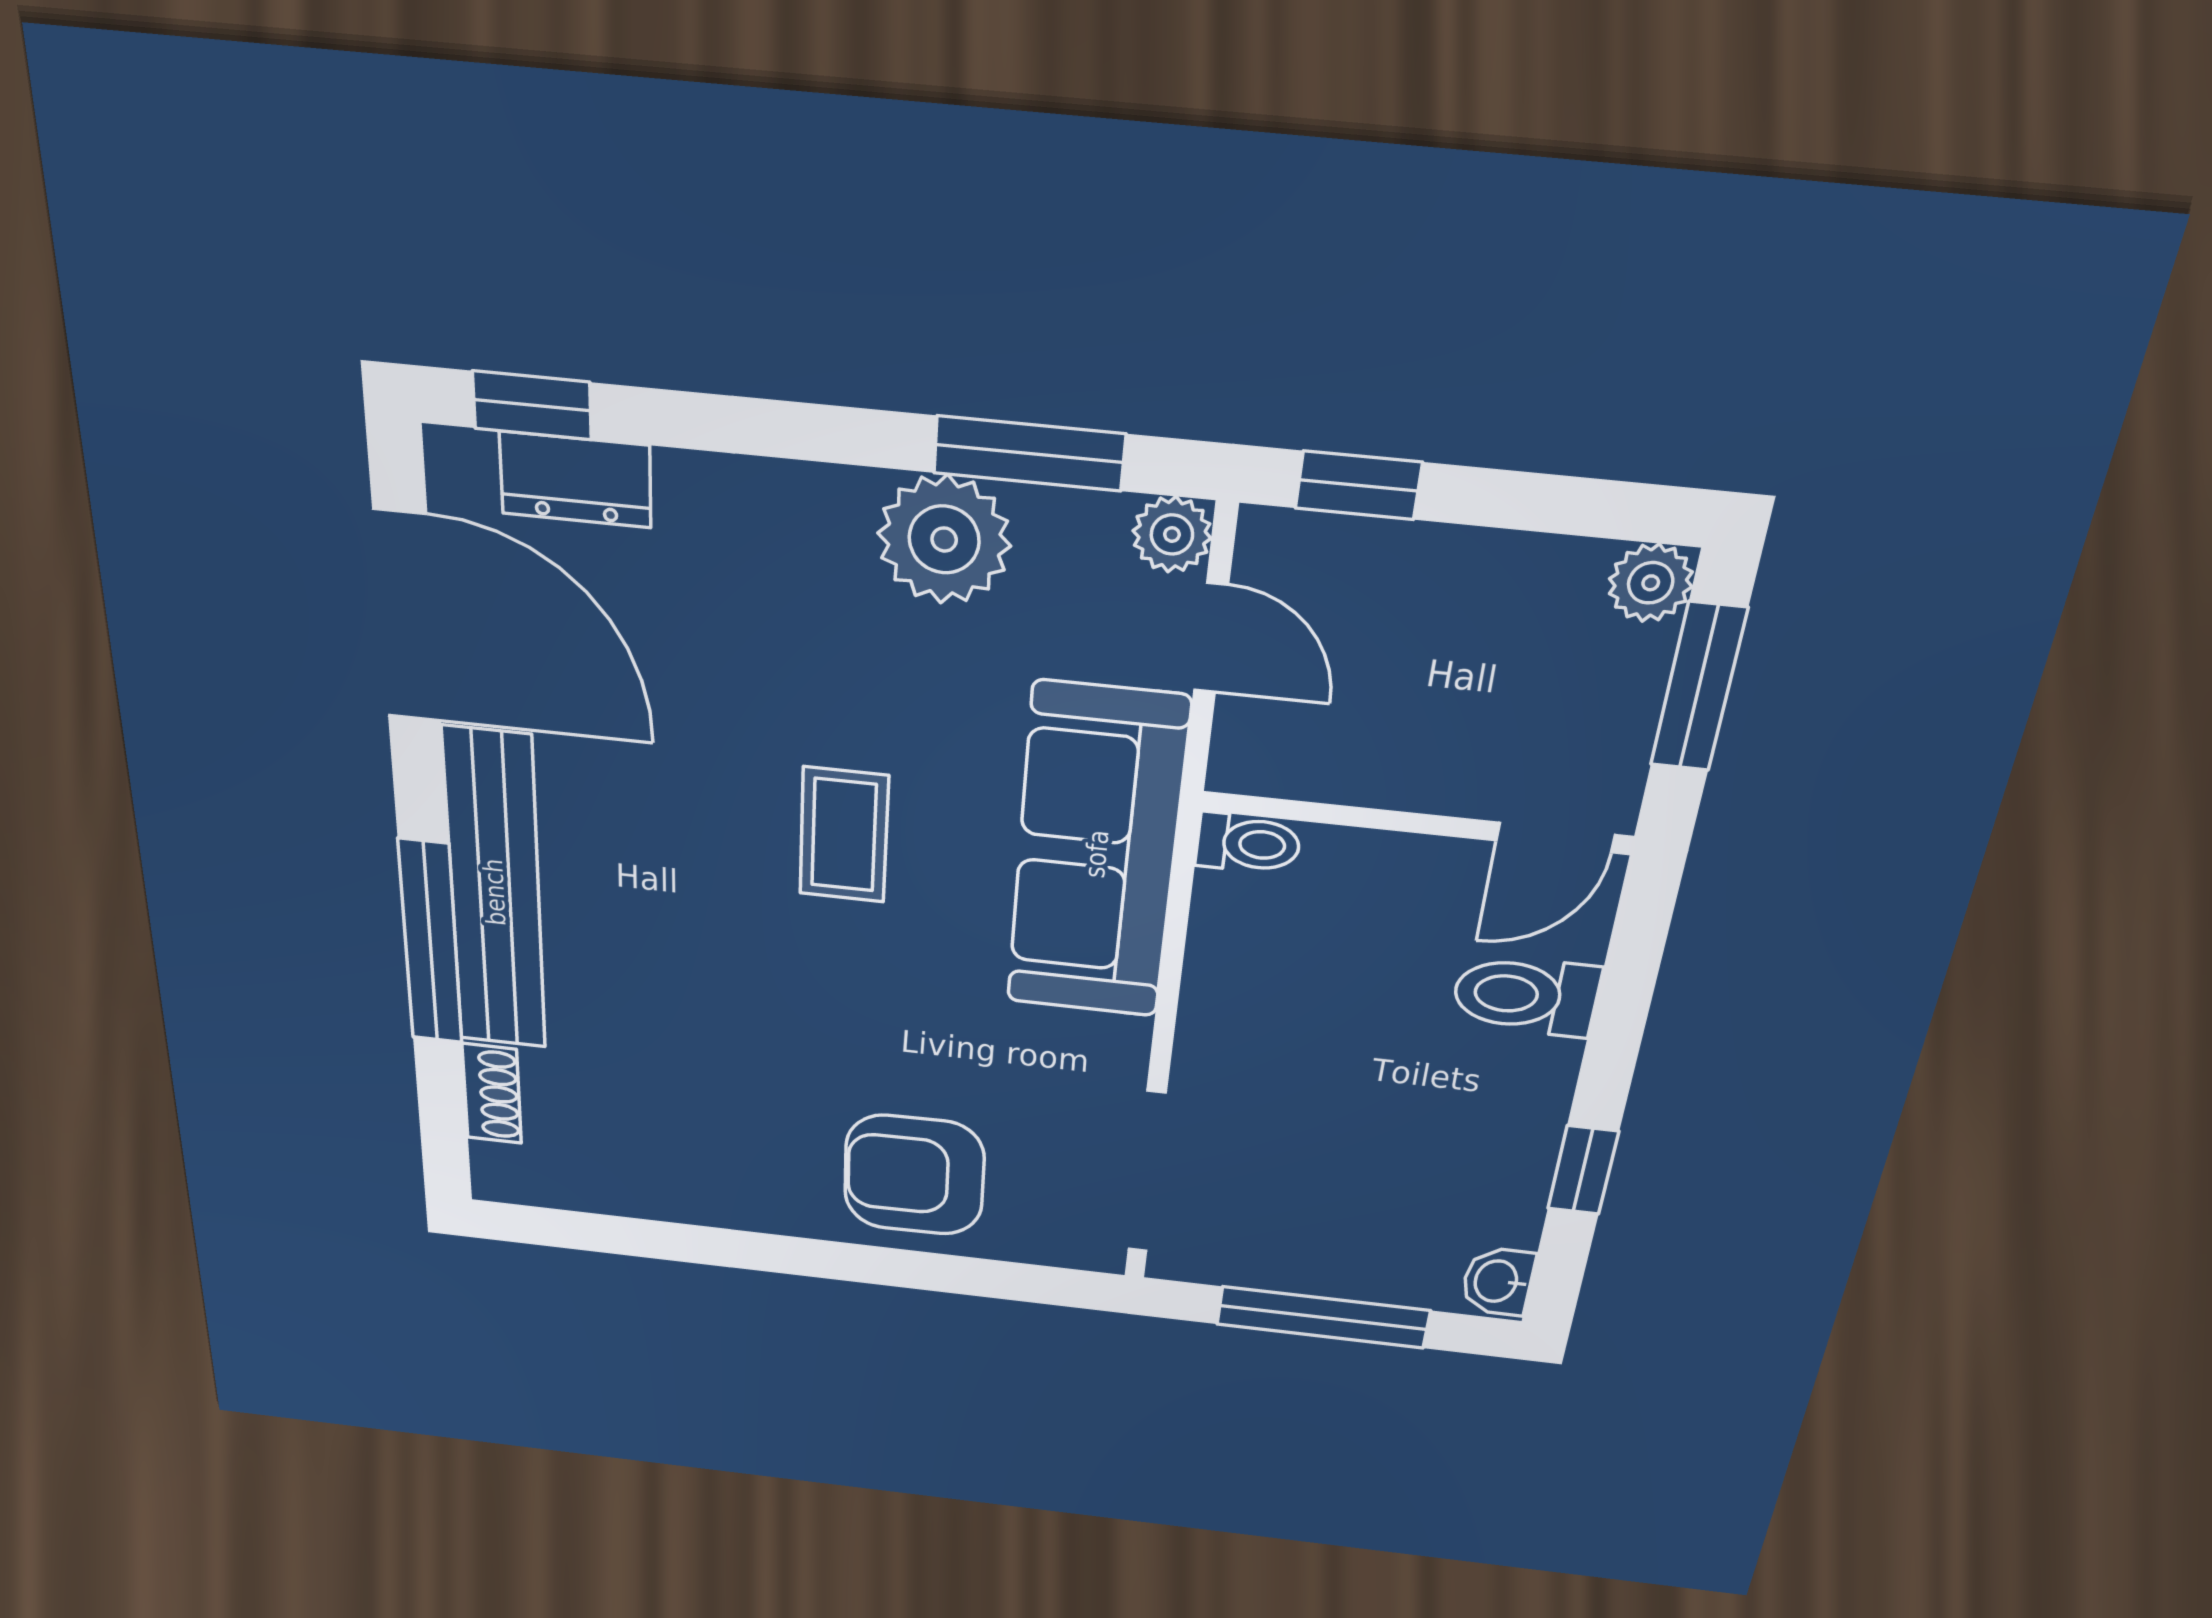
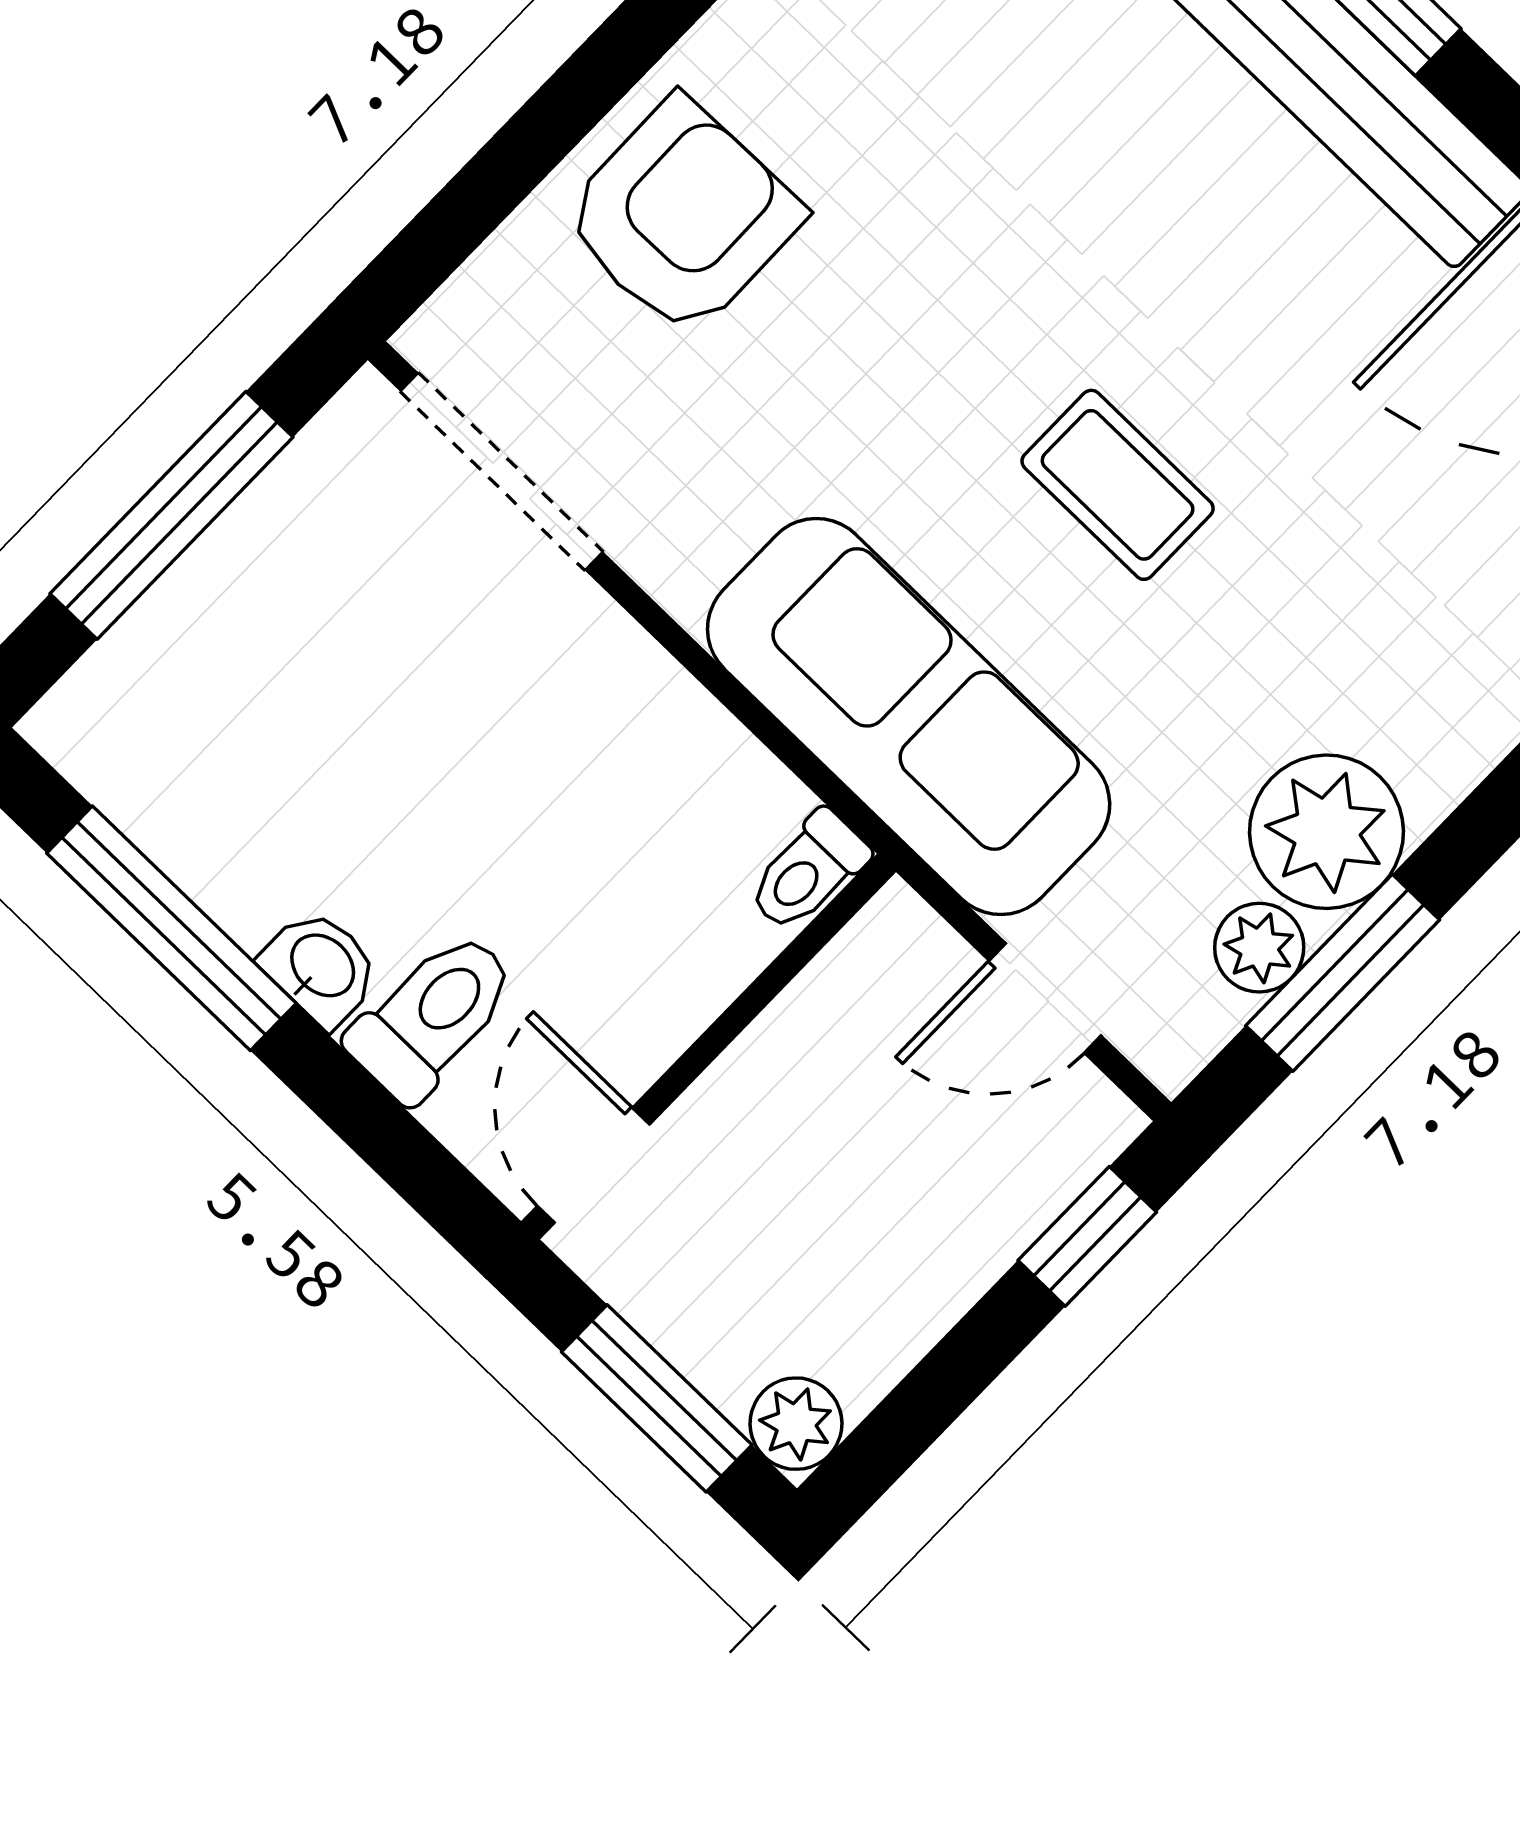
plant: (1172, 534) -> (1259, 948), moved
window: (1583, 1170) -> (171, 928), width x2.17
washbasin: (1498, 1281) -> (321, 967), moved

